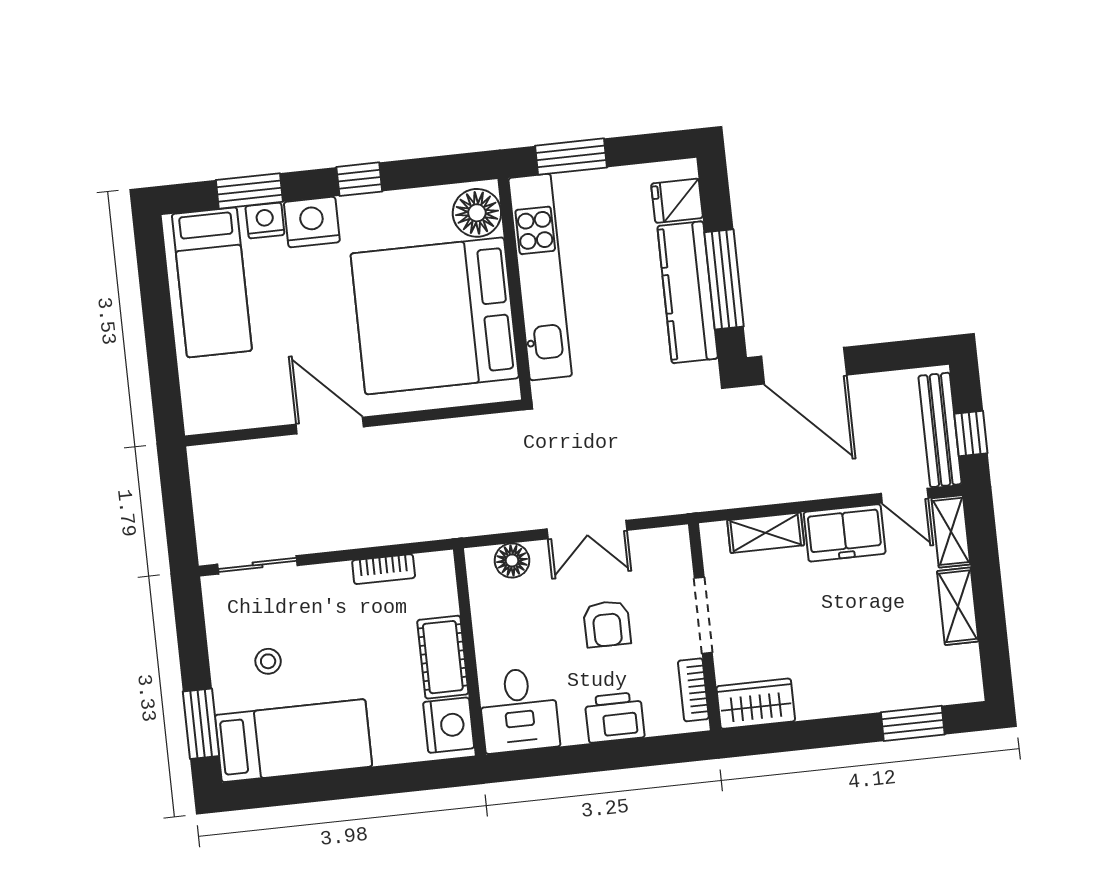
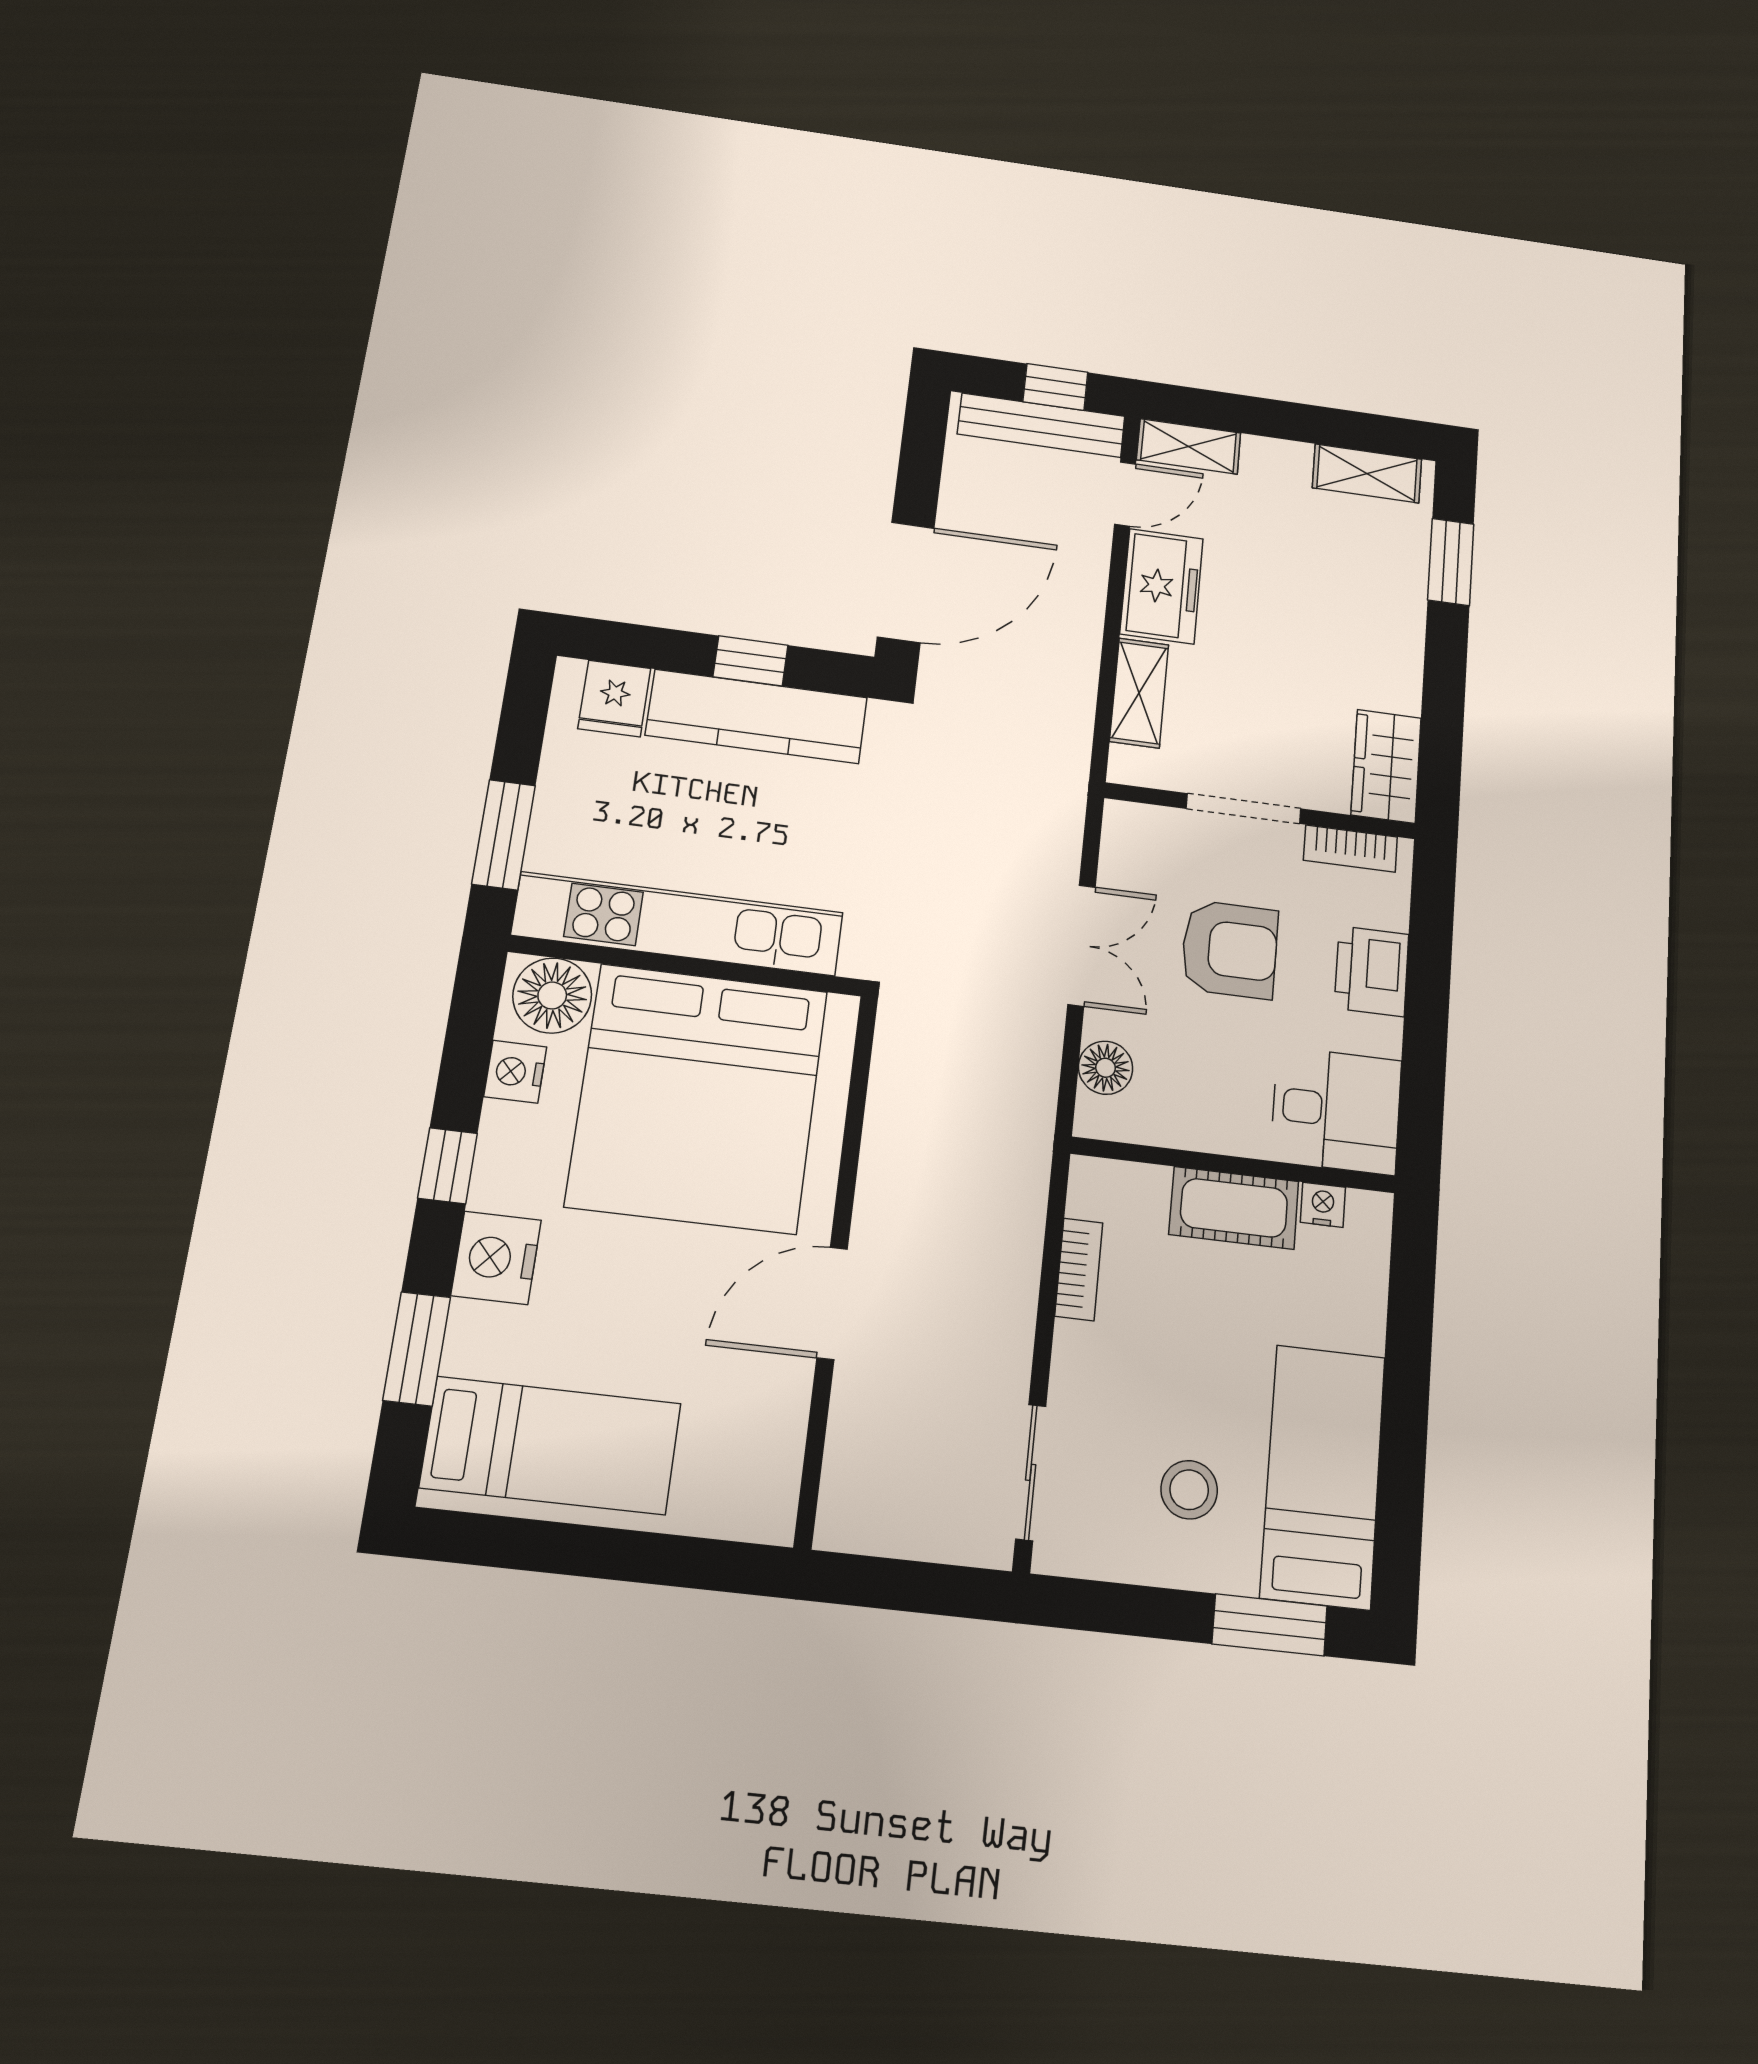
nightstand: (265, 220) -> (515, 1072), moved
window: (724, 279) -> (751, 661), width x0.46
shelving: (958, 606) -> (1367, 473), moved
armchair: (607, 624) -> (1230, 949), width x1.38, depth x1.38
stool: (268, 661) -> (1189, 1490), width x1.37, depth x1.37
nightstand: (449, 725) -> (1323, 1205), width x0.53, depth x0.56

